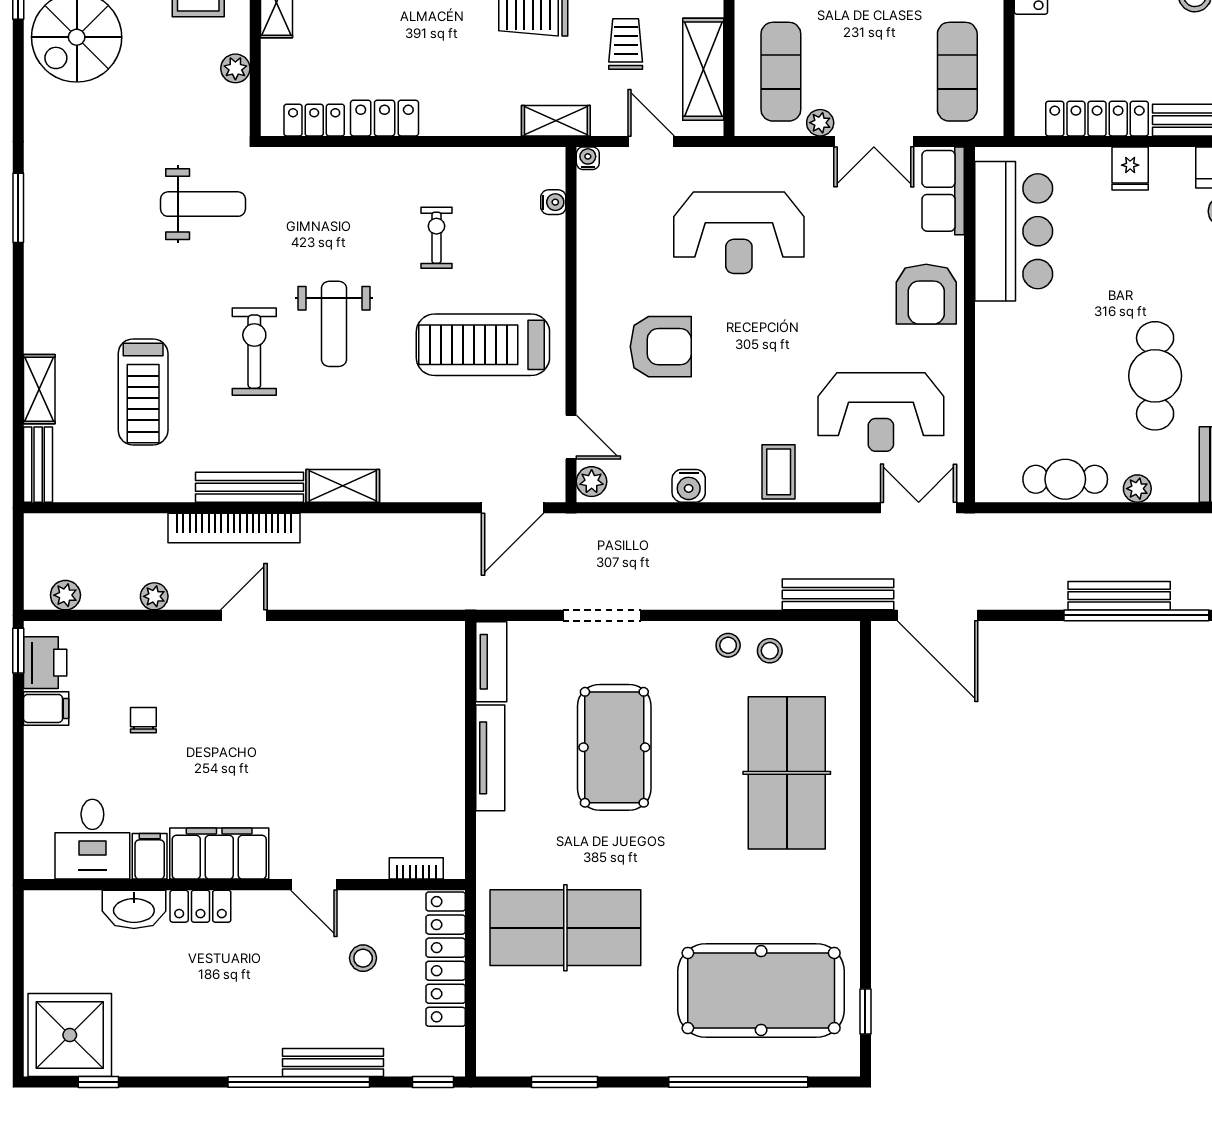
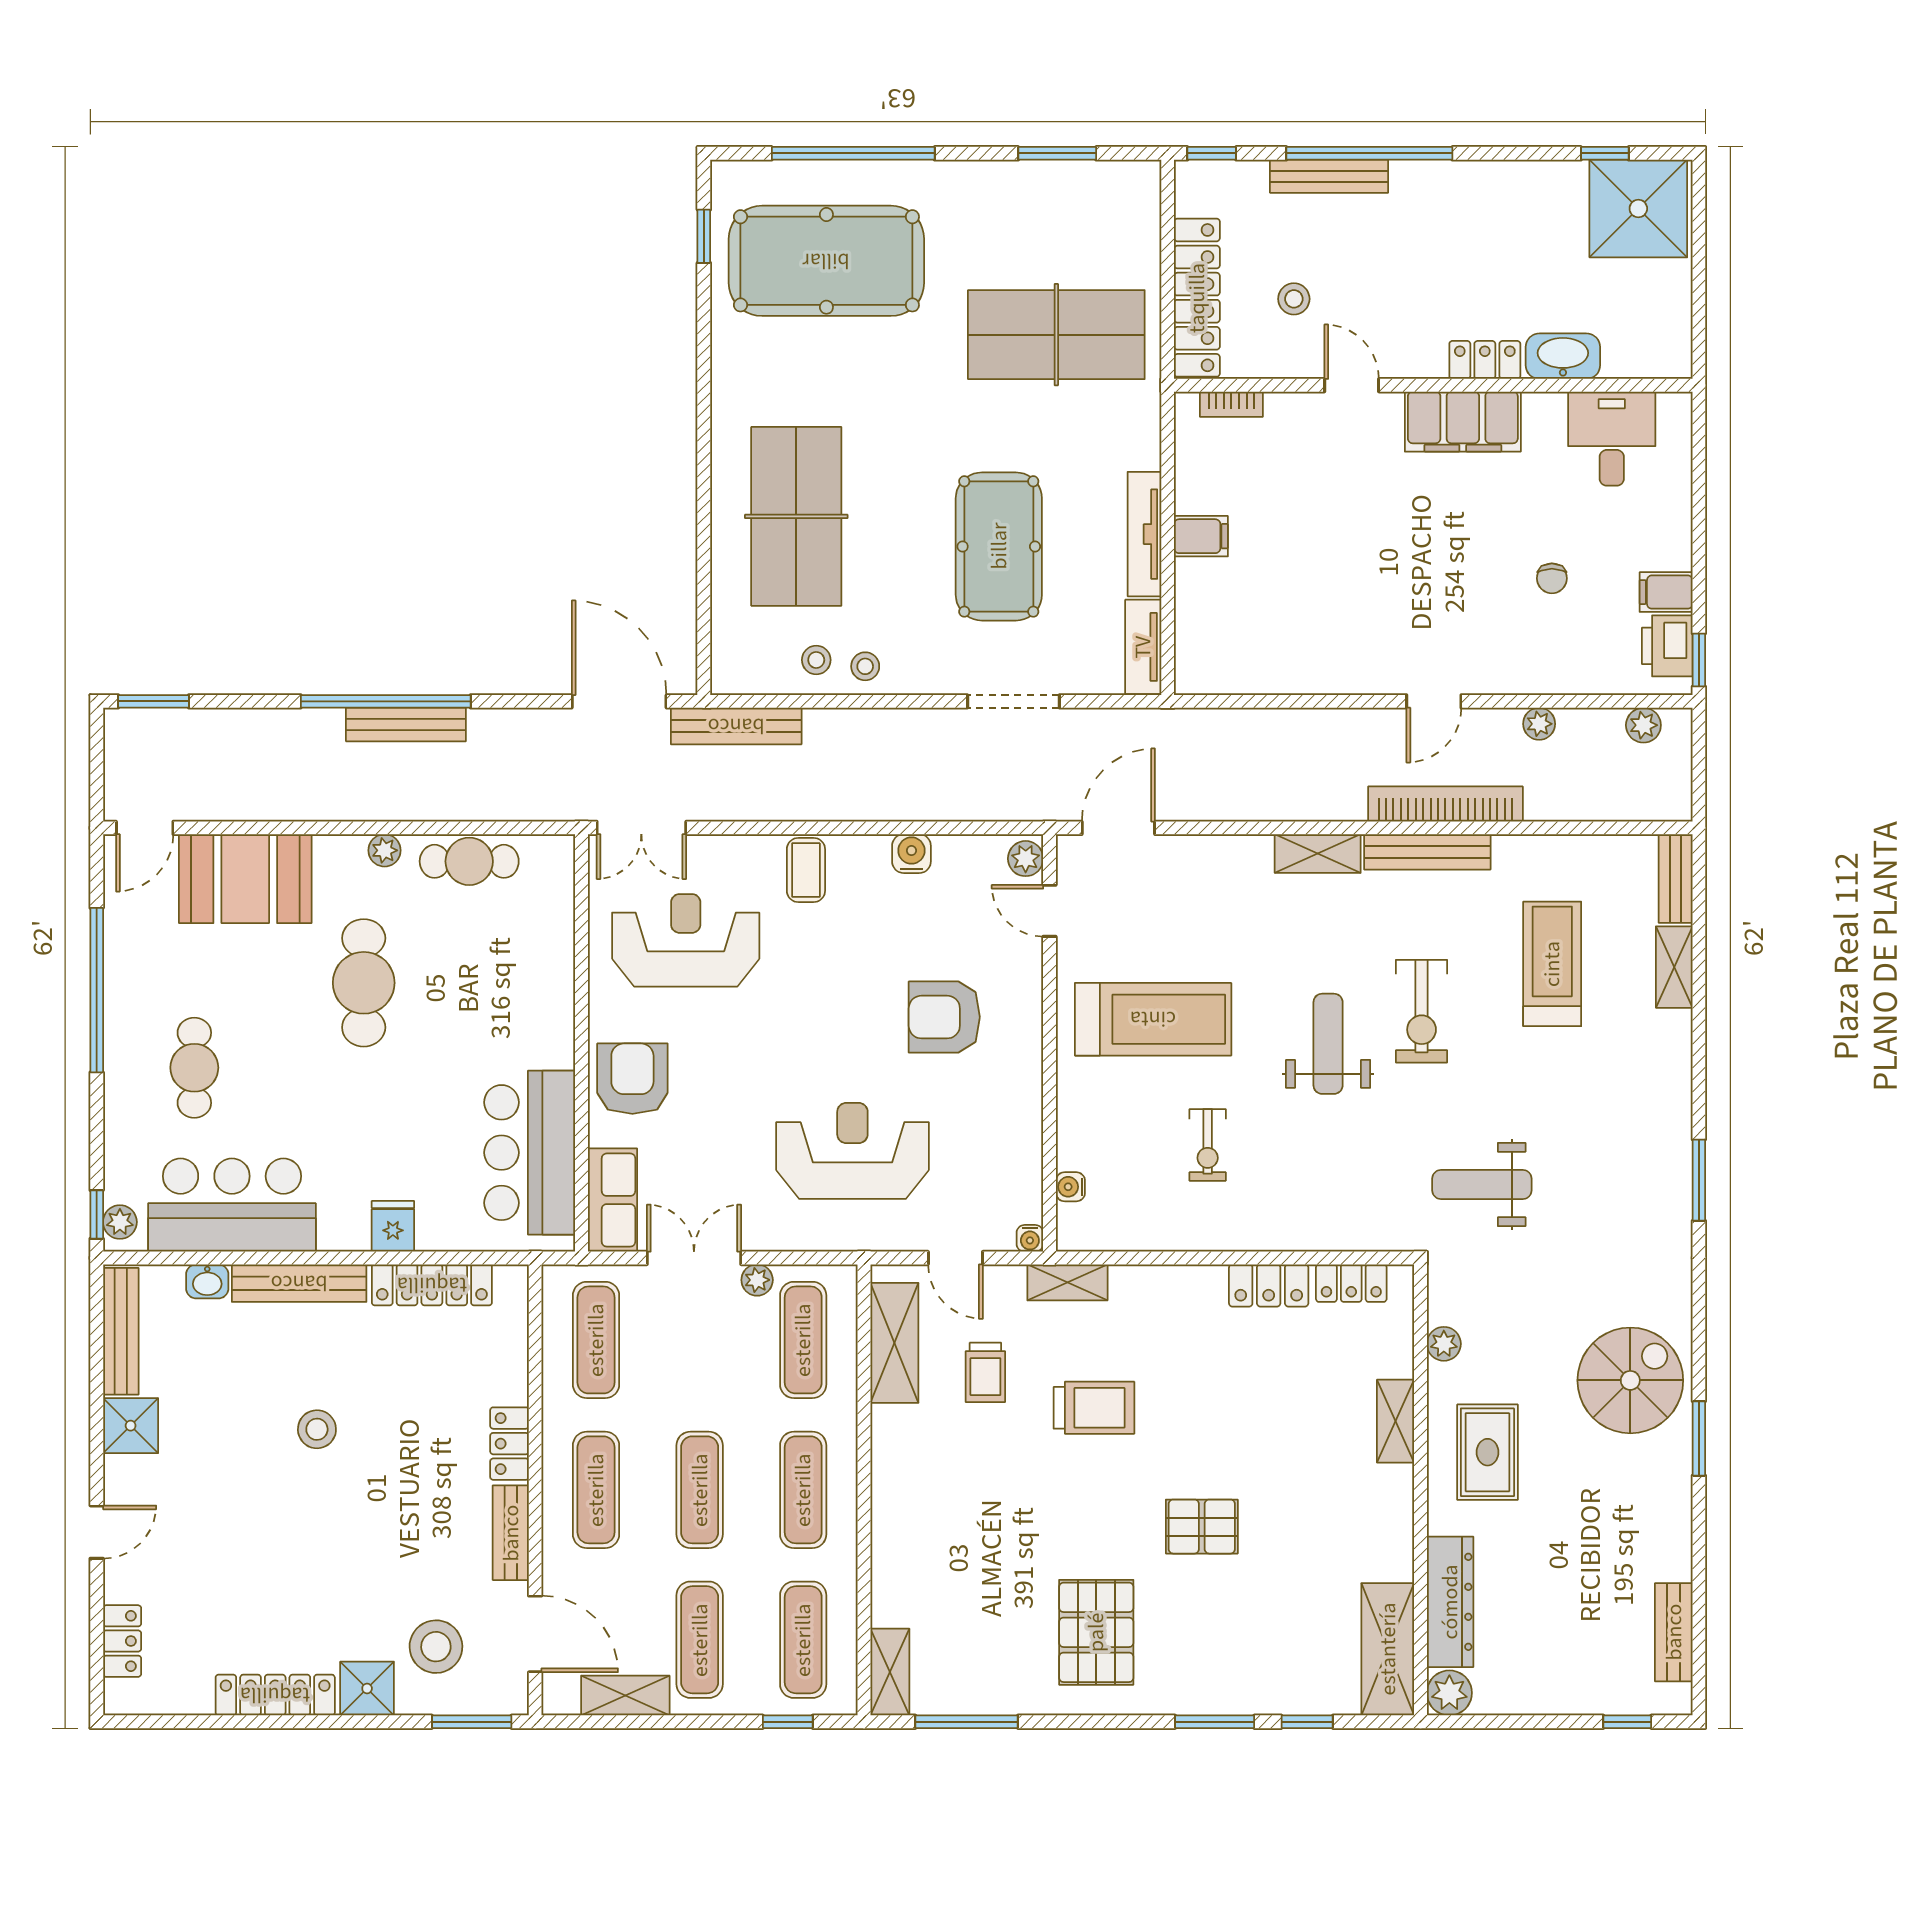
filing cabinet: (150, 856) -> (1201, 536), moved, turned -90

